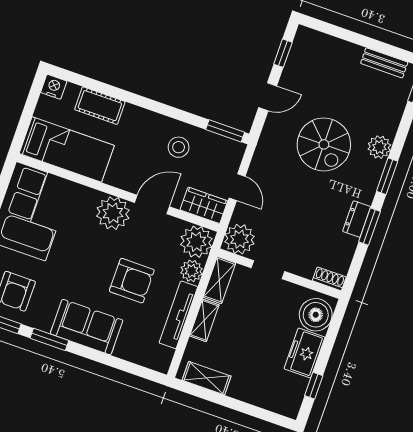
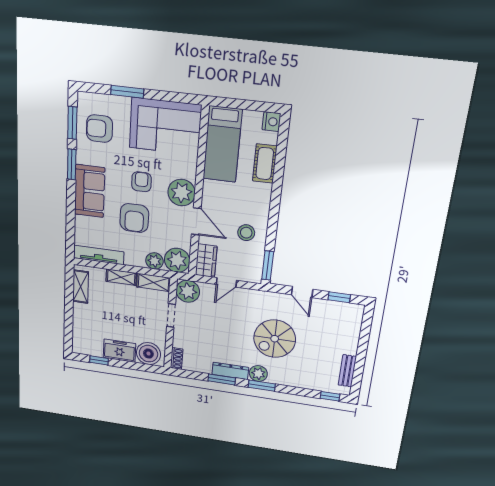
plant: (379, 147) -> (258, 374), moved
dresser: (357, 219) -> (230, 371), width x1.44
armchair: (89, 259) -> (141, 182), added
tv unit: (178, 315) -> (99, 255), moved

